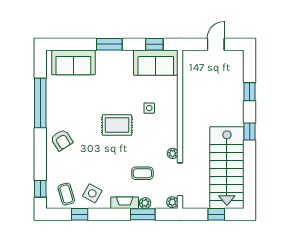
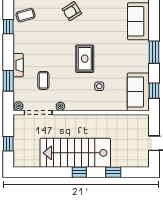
stairs: (227, 168) -> (75, 153), moved
side table: (92, 193) -> (26, 37), removed
plant: (145, 203) -> (18, 83), removed

